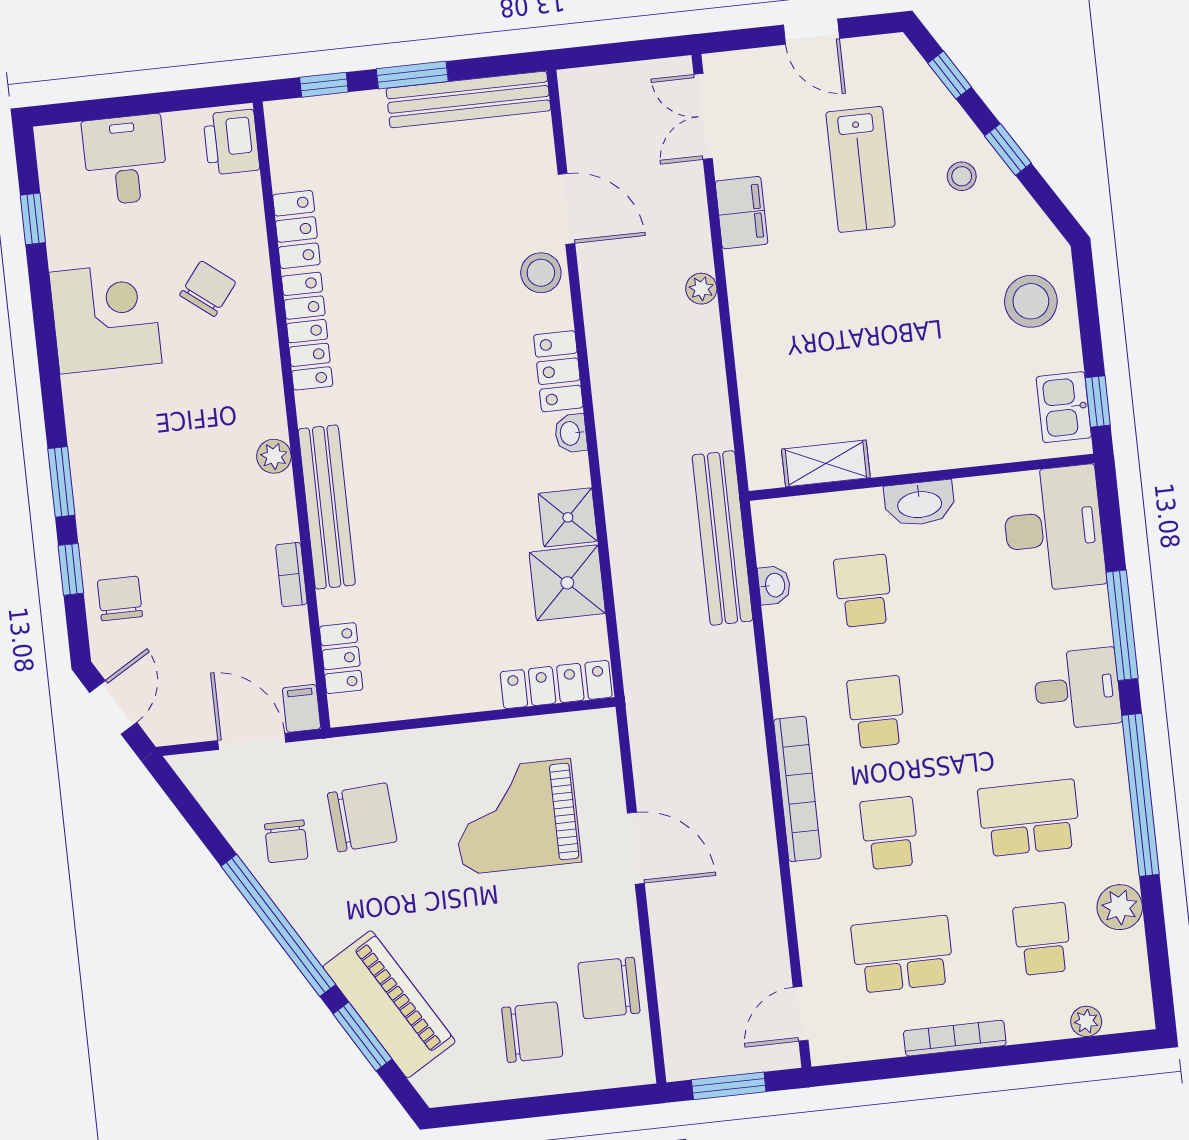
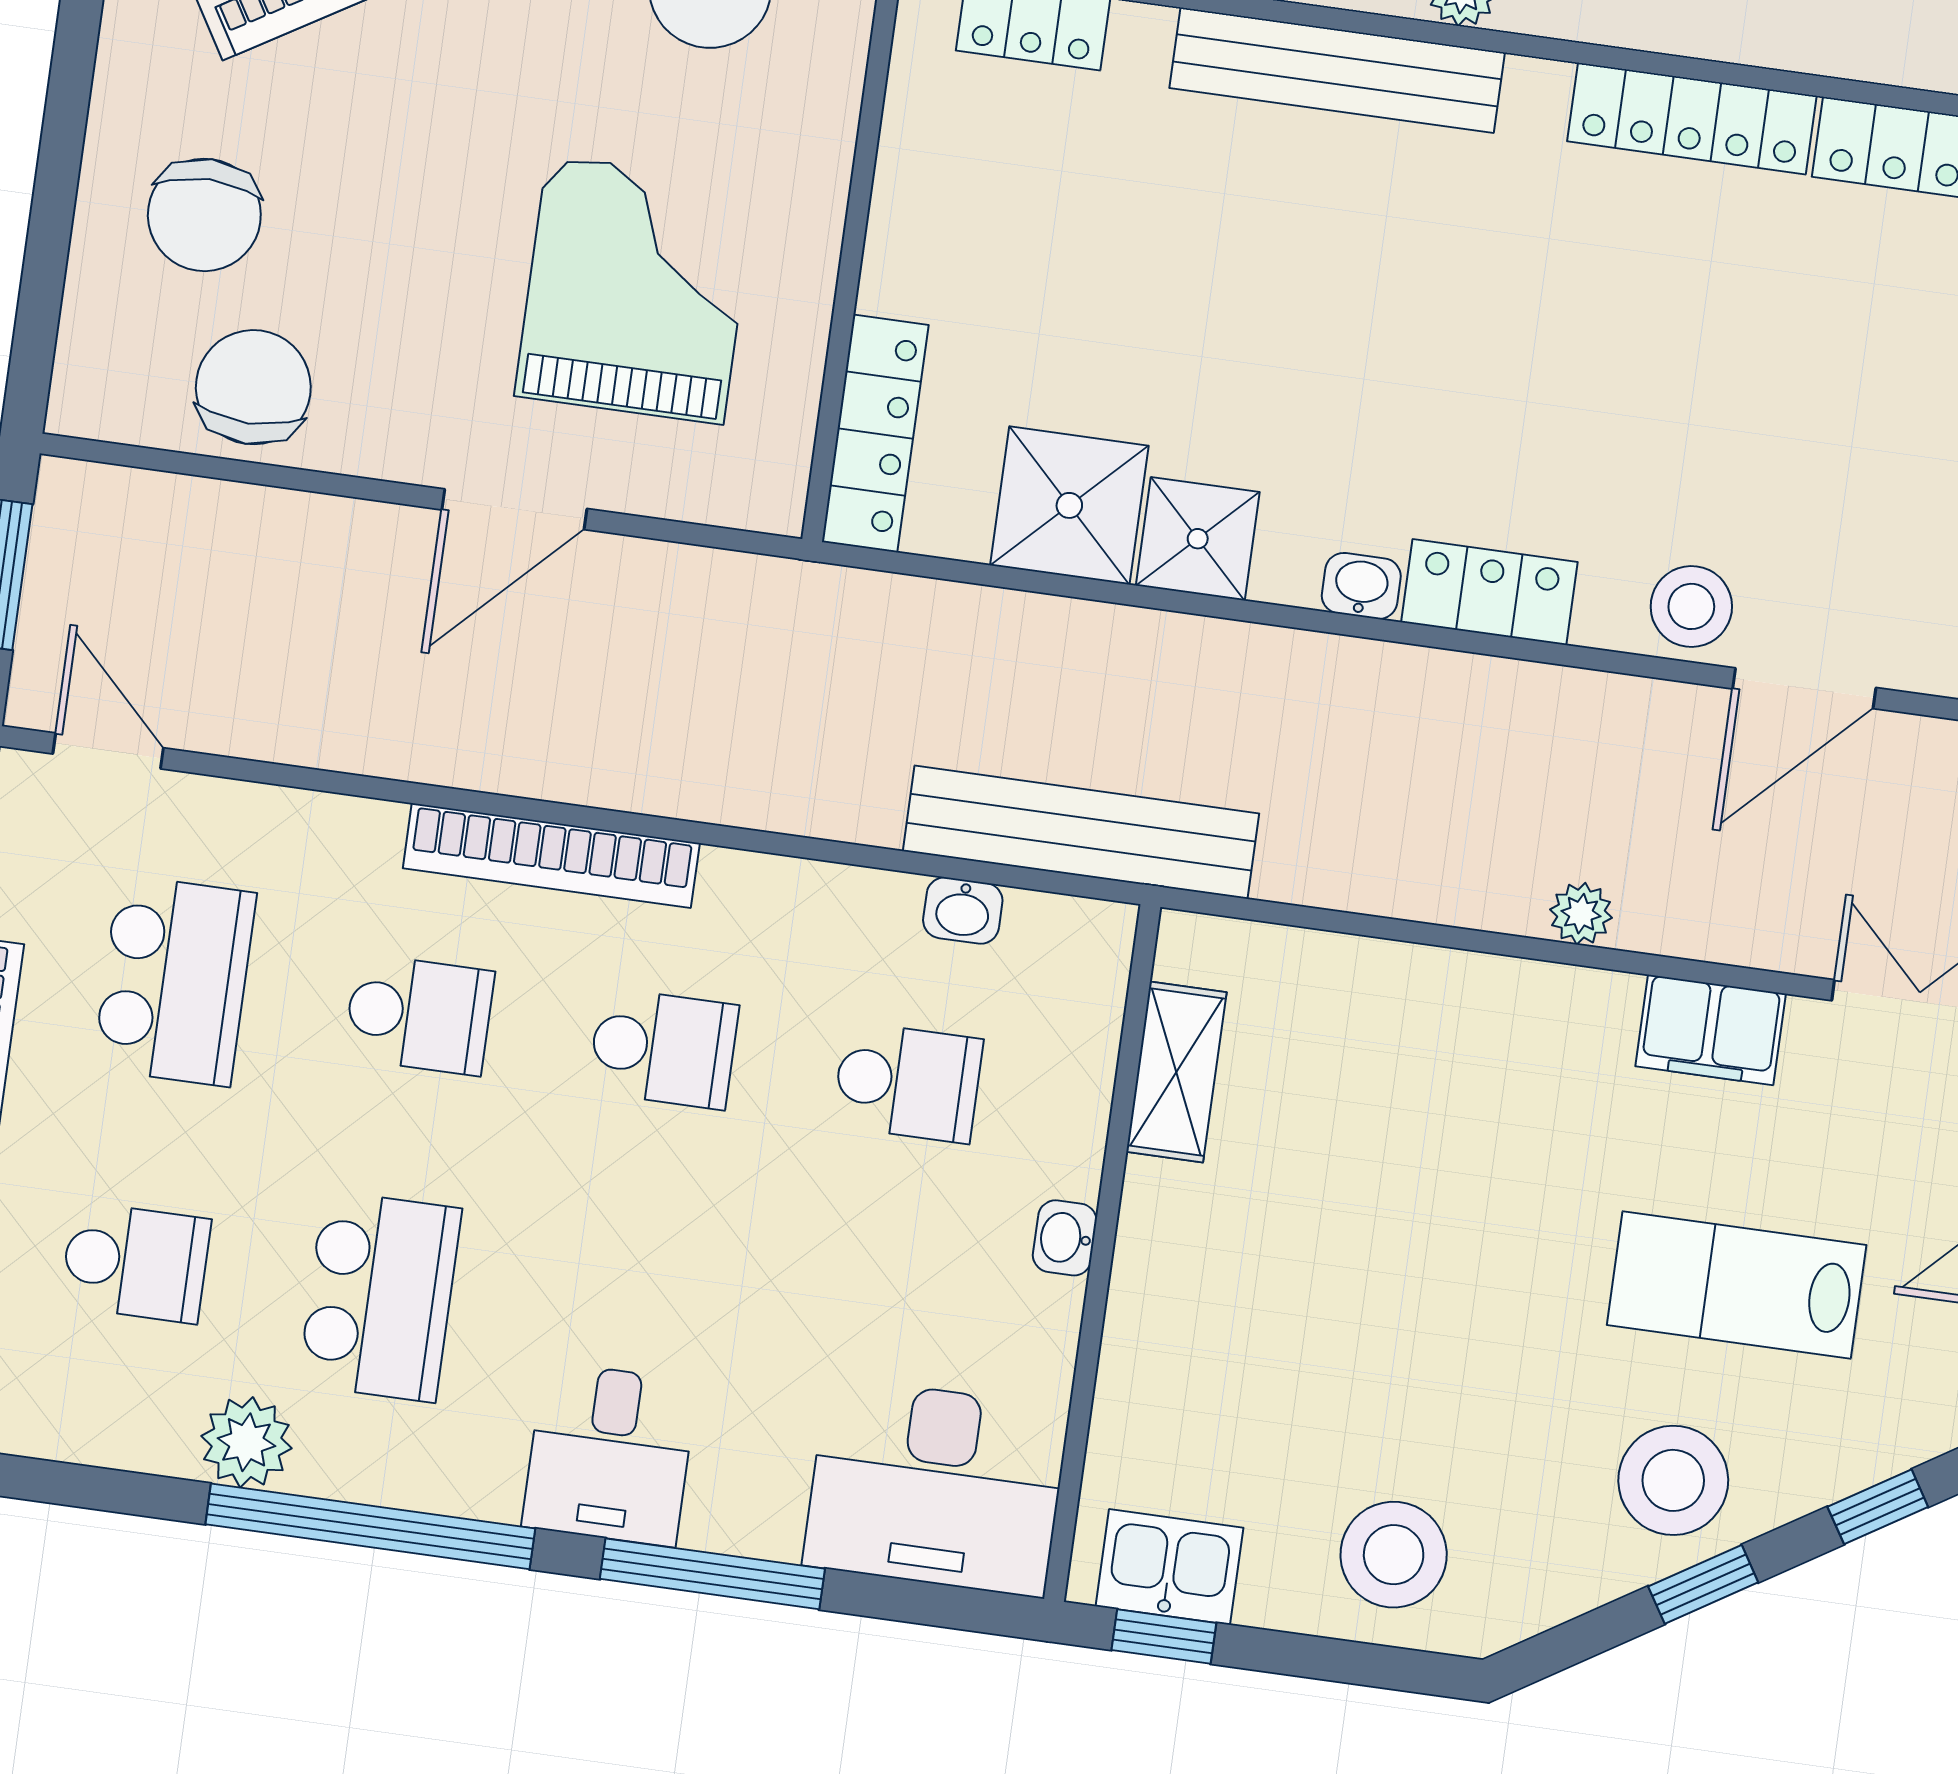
stool: (962, 176) -> (1673, 1480), width x1.89, depth x1.89
washbasin: (919, 503) -> (1065, 1238), width x0.52, depth x0.69
plant: (1120, 907) -> (246, 1442), moved

